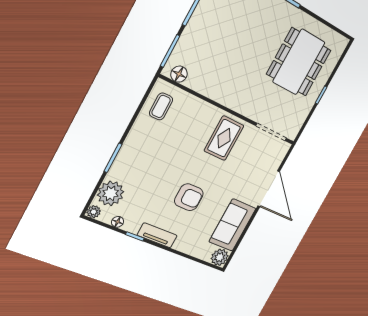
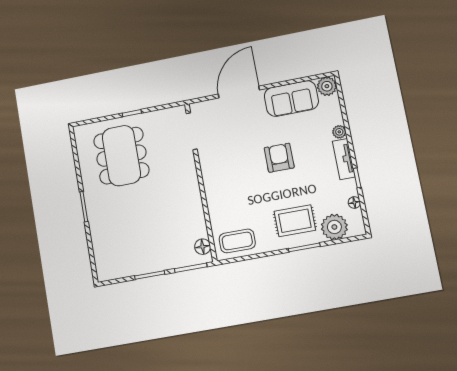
dining table: (299, 62) -> (121, 156), turned 90
coffee table: (161, 106) -> (237, 241), width x1.36, depth x1.30
rug: (224, 138) -> (295, 221), moved
armchair: (189, 197) -> (279, 158), moved
plant: (94, 212) -> (339, 132), moved

